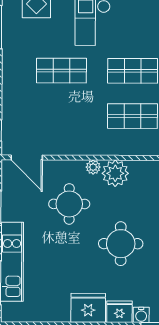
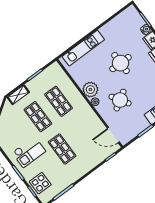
door: (27, 157) -> (113, 135), swing flipped
round table: (69, 204) -> (120, 100), turned -32

